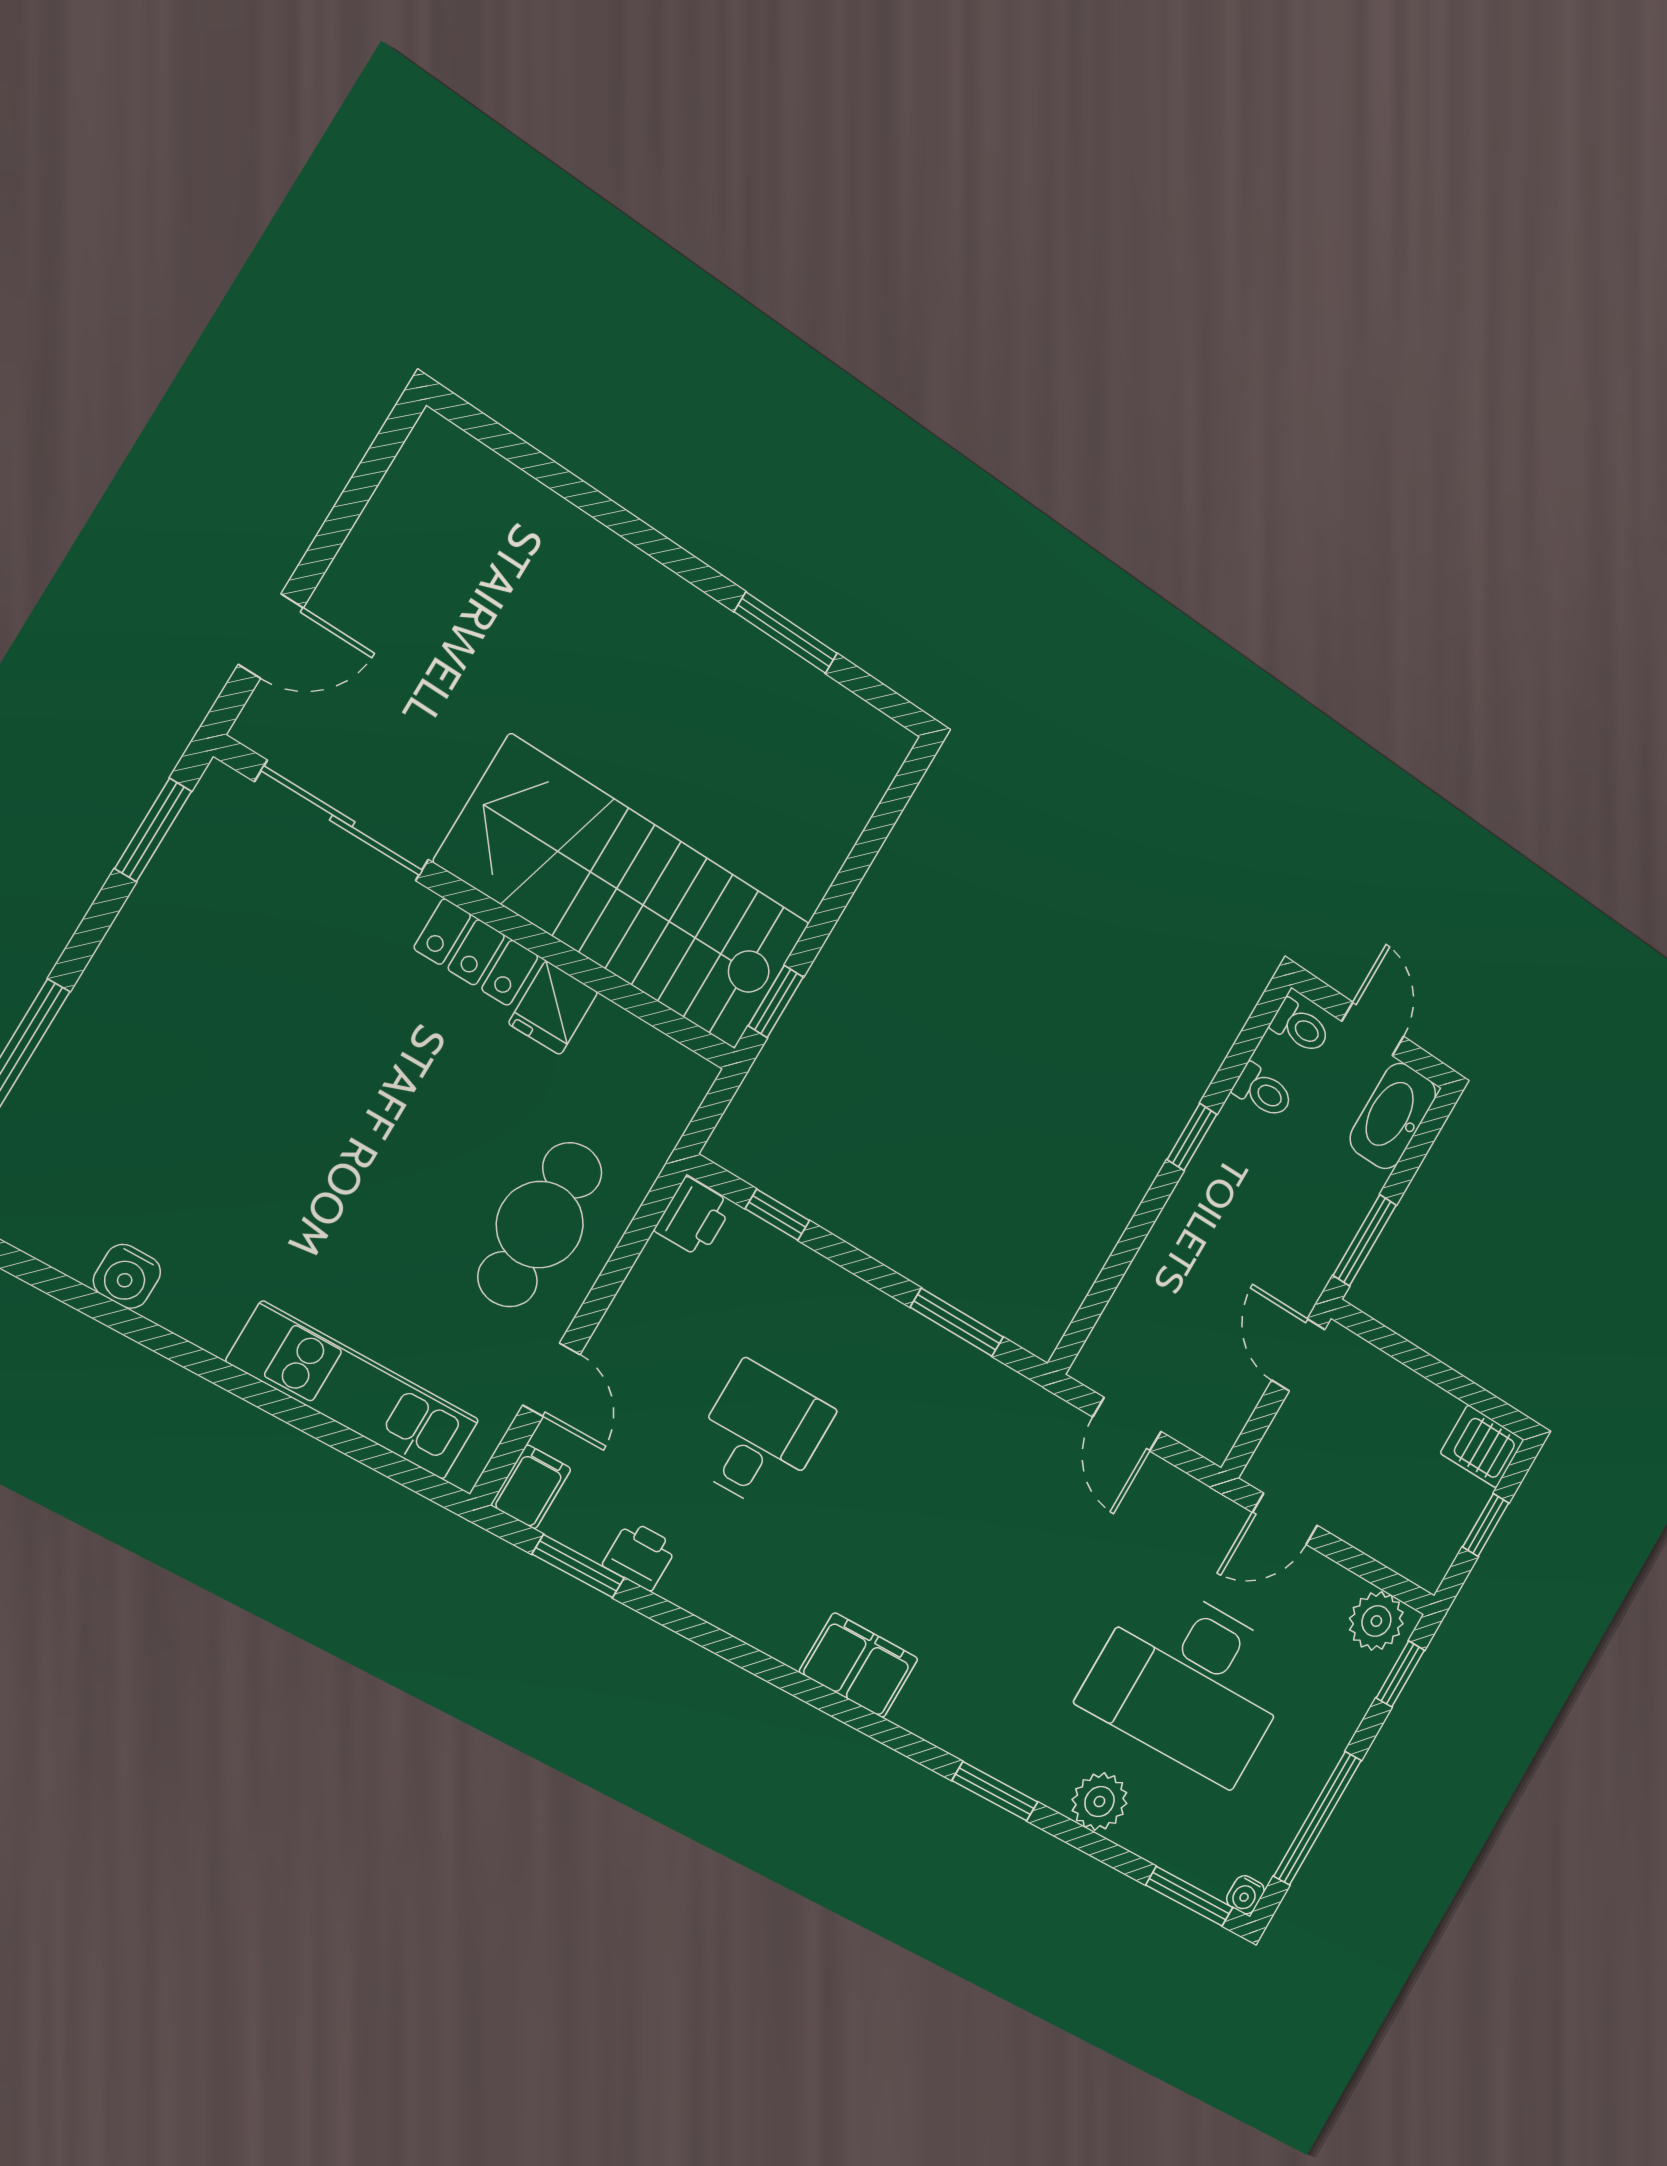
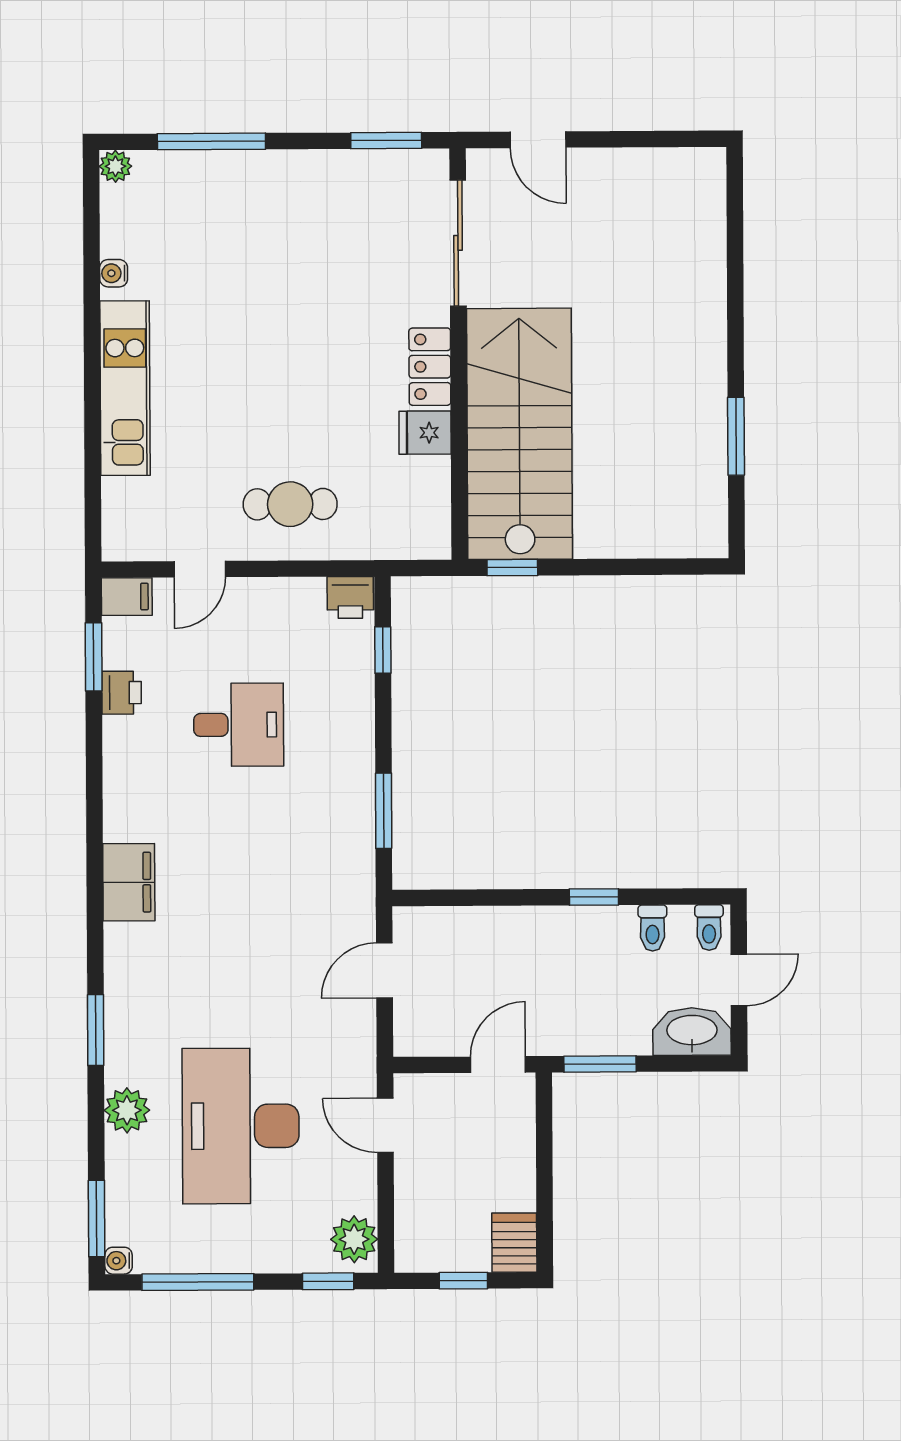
cafe table: (540, 1225) -> (290, 504), width x0.73, depth x0.74
water cooler: (127, 1276) -> (114, 273), width x0.72, depth x0.72
kitchen unit: (354, 1391) -> (125, 388), moved

